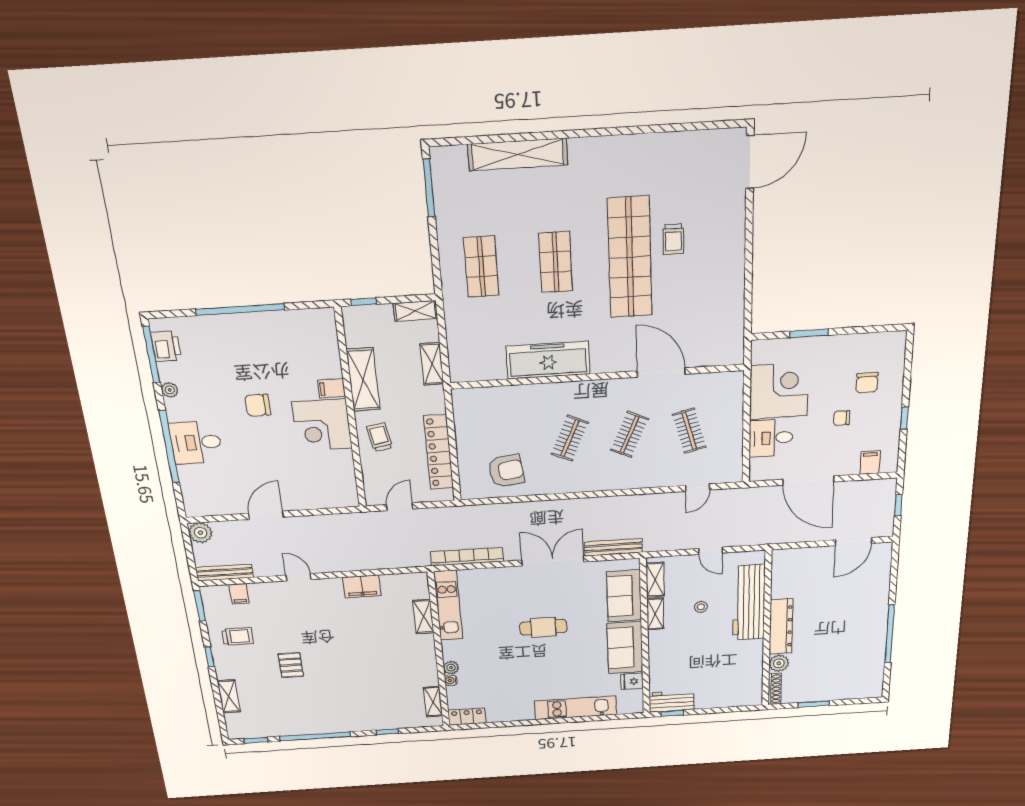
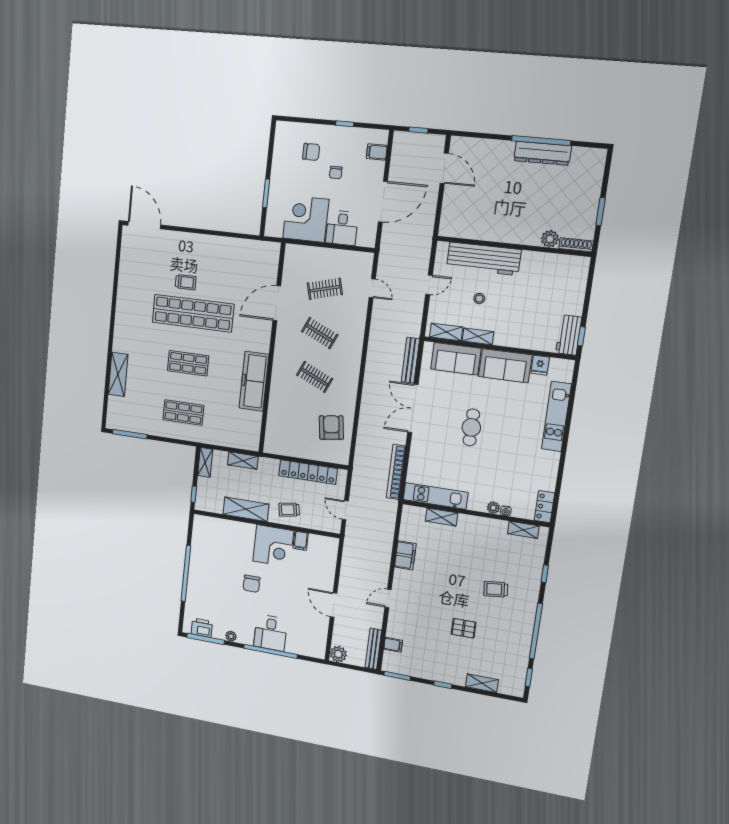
shelving: (518, 154) -> (118, 374), width x0.68
filing cabinet: (332, 388) -> (301, 541), moved
dresser: (781, 627) -> (542, 153), moved, turned 180
trolley: (238, 636) -> (496, 589), moved, turned -96

